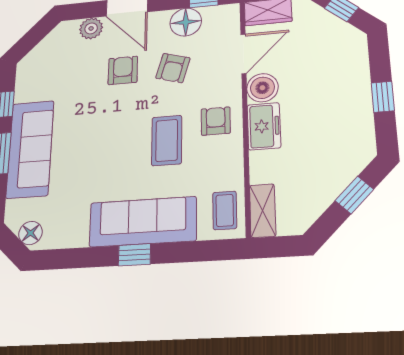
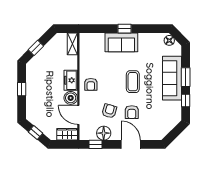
plant: (91, 28) -> (147, 135), removed
door: (243, 54) -> (78, 115), hinge flipped
coffee table: (167, 140) -> (133, 82), moved
coffee table: (225, 210) -> (88, 45), removed
sofa: (143, 222) -> (121, 42), width x0.73

